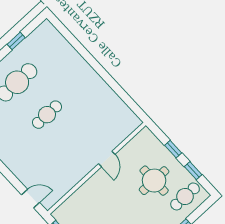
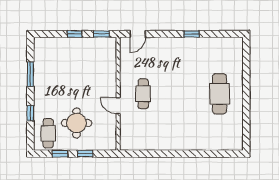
window: (16, 41) -> (246, 117), removed
cafe table: (47, 115) -> (143, 94), moved

